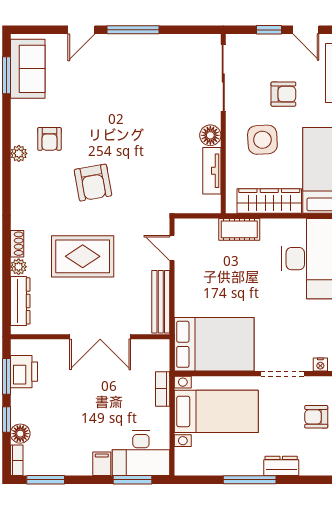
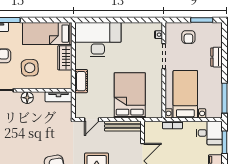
tv unit: (212, 171) -> (59, 97), moved
wardrobe: (269, 201) -> (65, 58), width x0.67
bed: (214, 344) -> (130, 95), moved
desk: (141, 453) -> (209, 133), width x0.73
window: (250, 480) -> (224, 98), moved

